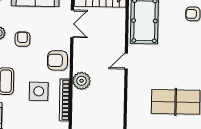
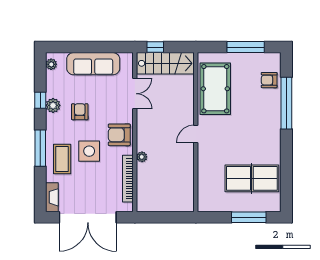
plant: (81, 81) -> (142, 157), width x0.53, depth x0.53
side table: (39, 91) -> (89, 151), moved

